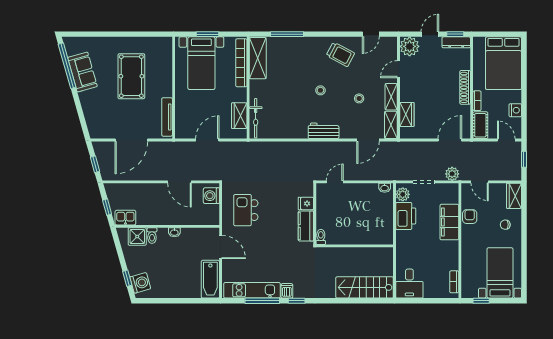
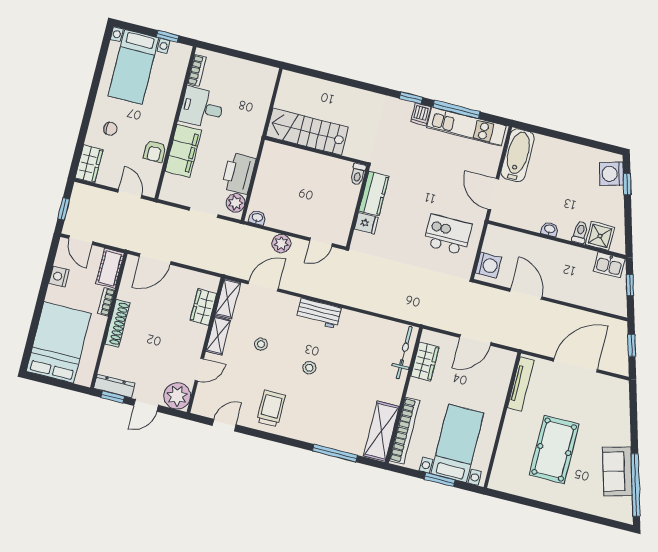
trolley: (340, 54) -> (271, 409), turned 62
plant: (452, 174) -> (281, 243), moved
kitchen island: (246, 210) -> (448, 235), turned -90
desk: (409, 284) -> (202, 108), moved, turned -90
stairs: (365, 287) -> (307, 132), moved, turned 180

